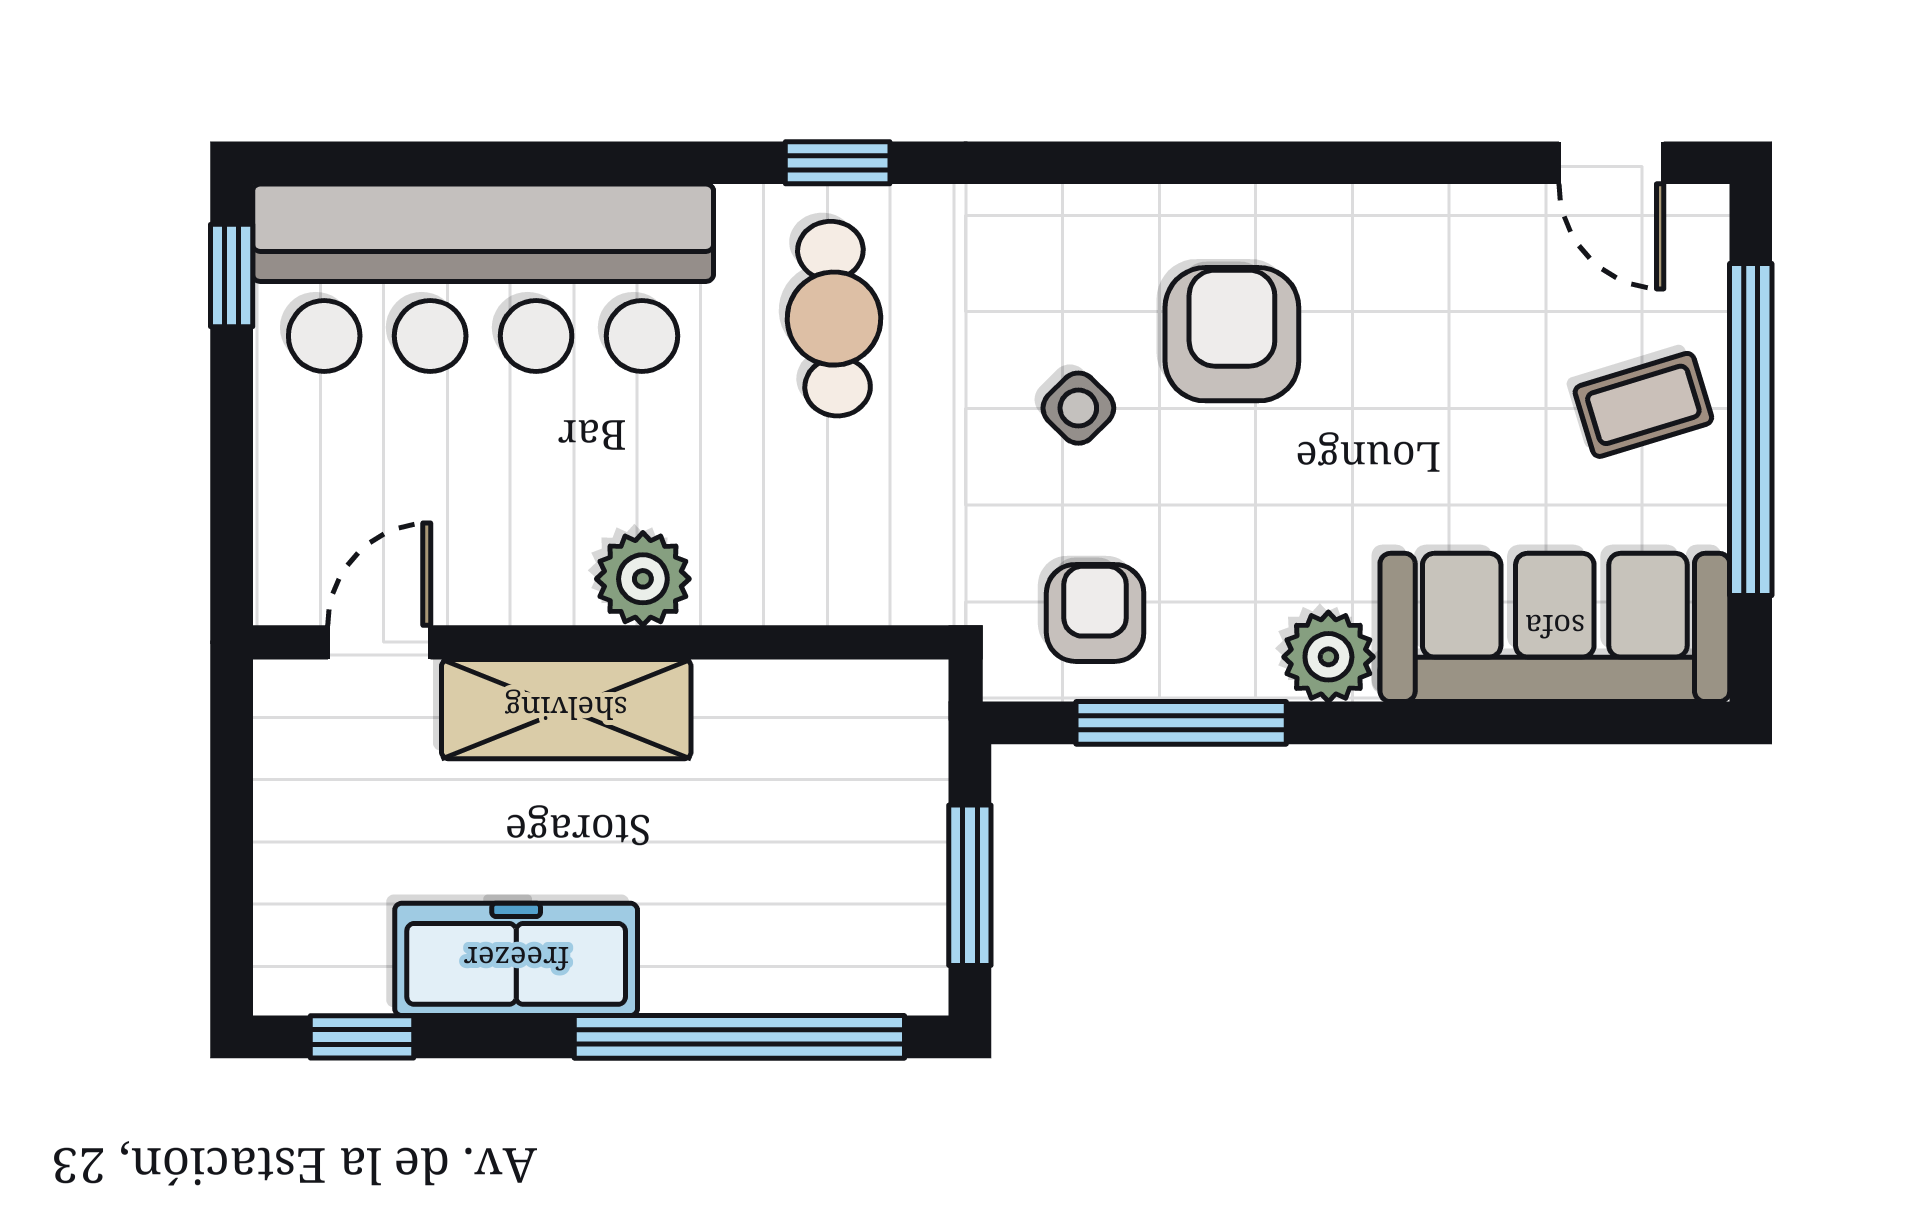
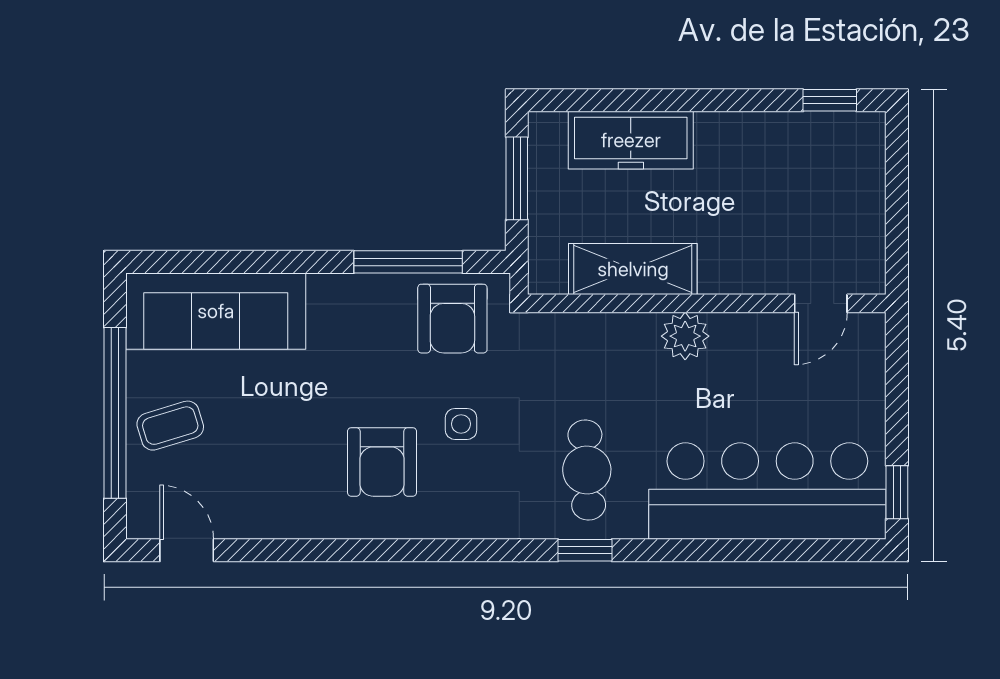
side table: (1078, 408) -> (461, 424), turned 45
armchair: (1095, 613) -> (452, 319), width x1.38, depth x1.38
plant: (1328, 657) -> (332, 296), removed
shelving: (566, 709) -> (633, 269), moved
freezer: (516, 959) -> (631, 140), moved
window: (739, 1037) -> (635, 100), removed

